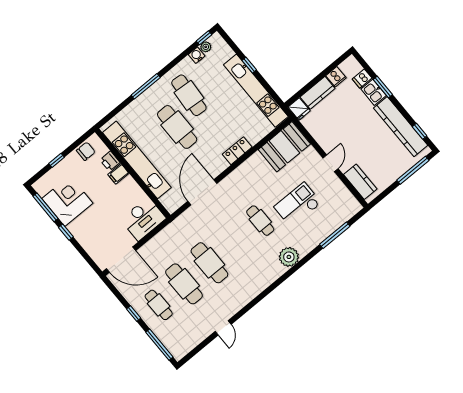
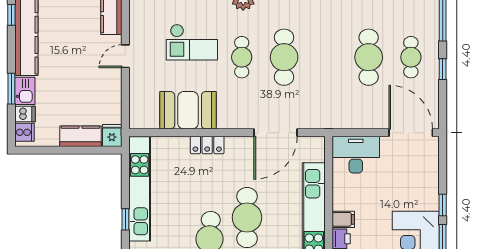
cooker: (336, 77) -> (25, 132), moved, turned 90
booth: (284, 147) -> (188, 110), moved
cafe table: (209, 263) -> (284, 57), moved

